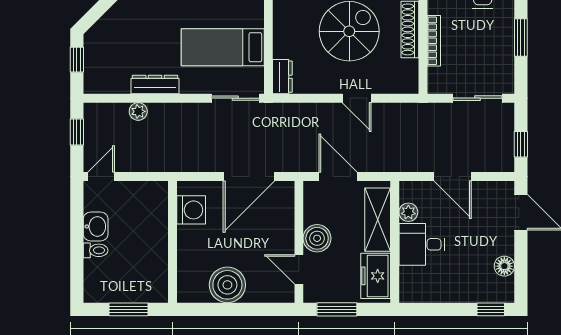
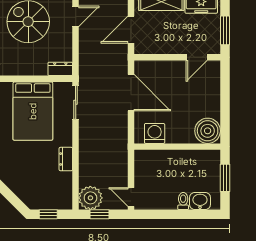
bed: (223, 47) -> (33, 111), width x1.50
dresser: (155, 84) -> (66, 159), width x0.70
plant: (138, 111) -> (90, 198), moved, width x1.87, depth x1.87
washbasin: (96, 226) -> (200, 201), moved
boiler: (317, 238) -> (175, 44), removed
boiler: (227, 285) -> (208, 131), moved

